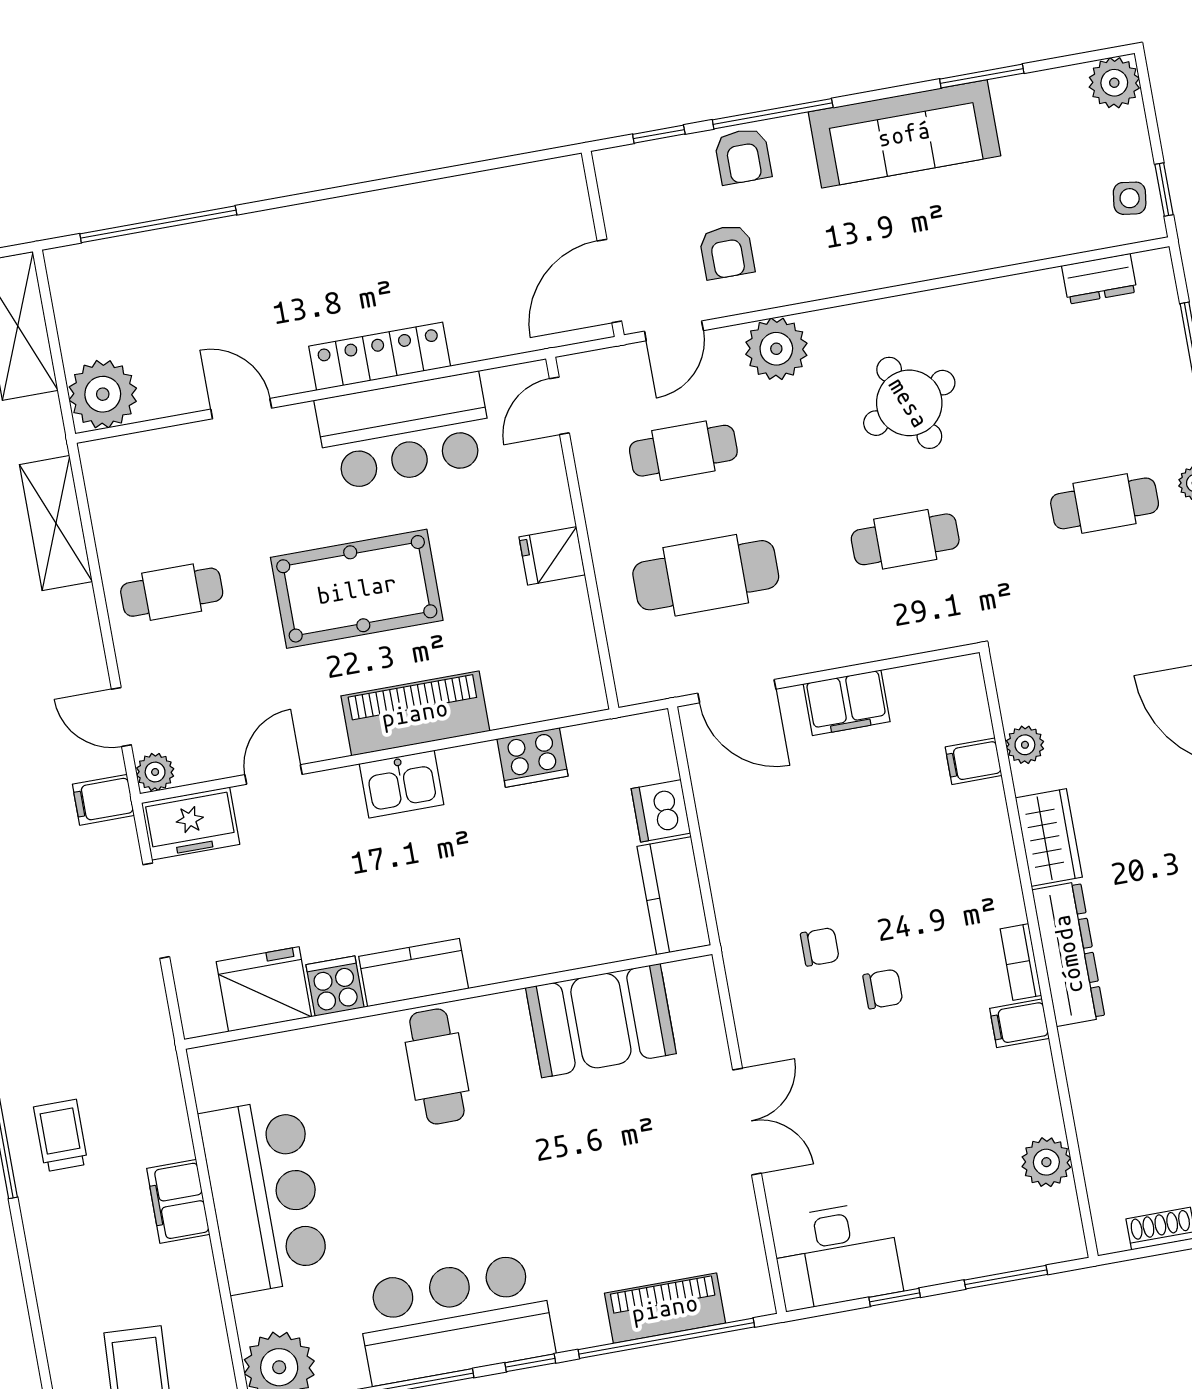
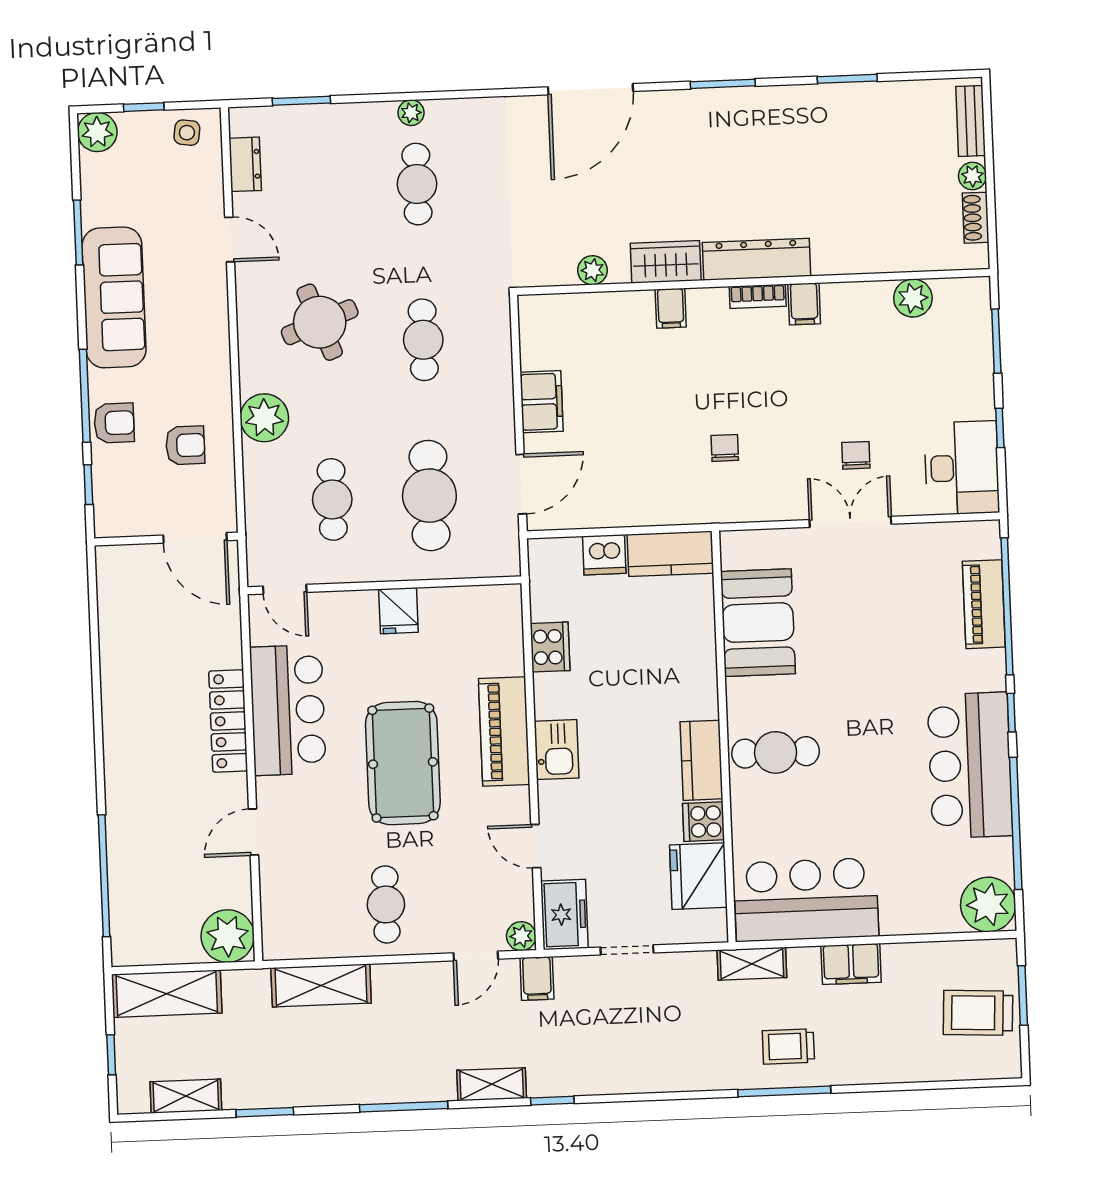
window: (1164, 190) -> (144, 107), moved
door: (674, 331) -> (230, 239), moved
filing cabinet: (974, 761) -> (671, 308), moved
doorway: (156, 911) -> (627, 950), width x0.73
chair: (883, 989) -> (856, 455), moved
shelving: (161, 1074) -> (752, 964), added
bar counter: (264, 1196) -> (806, 900), moved

